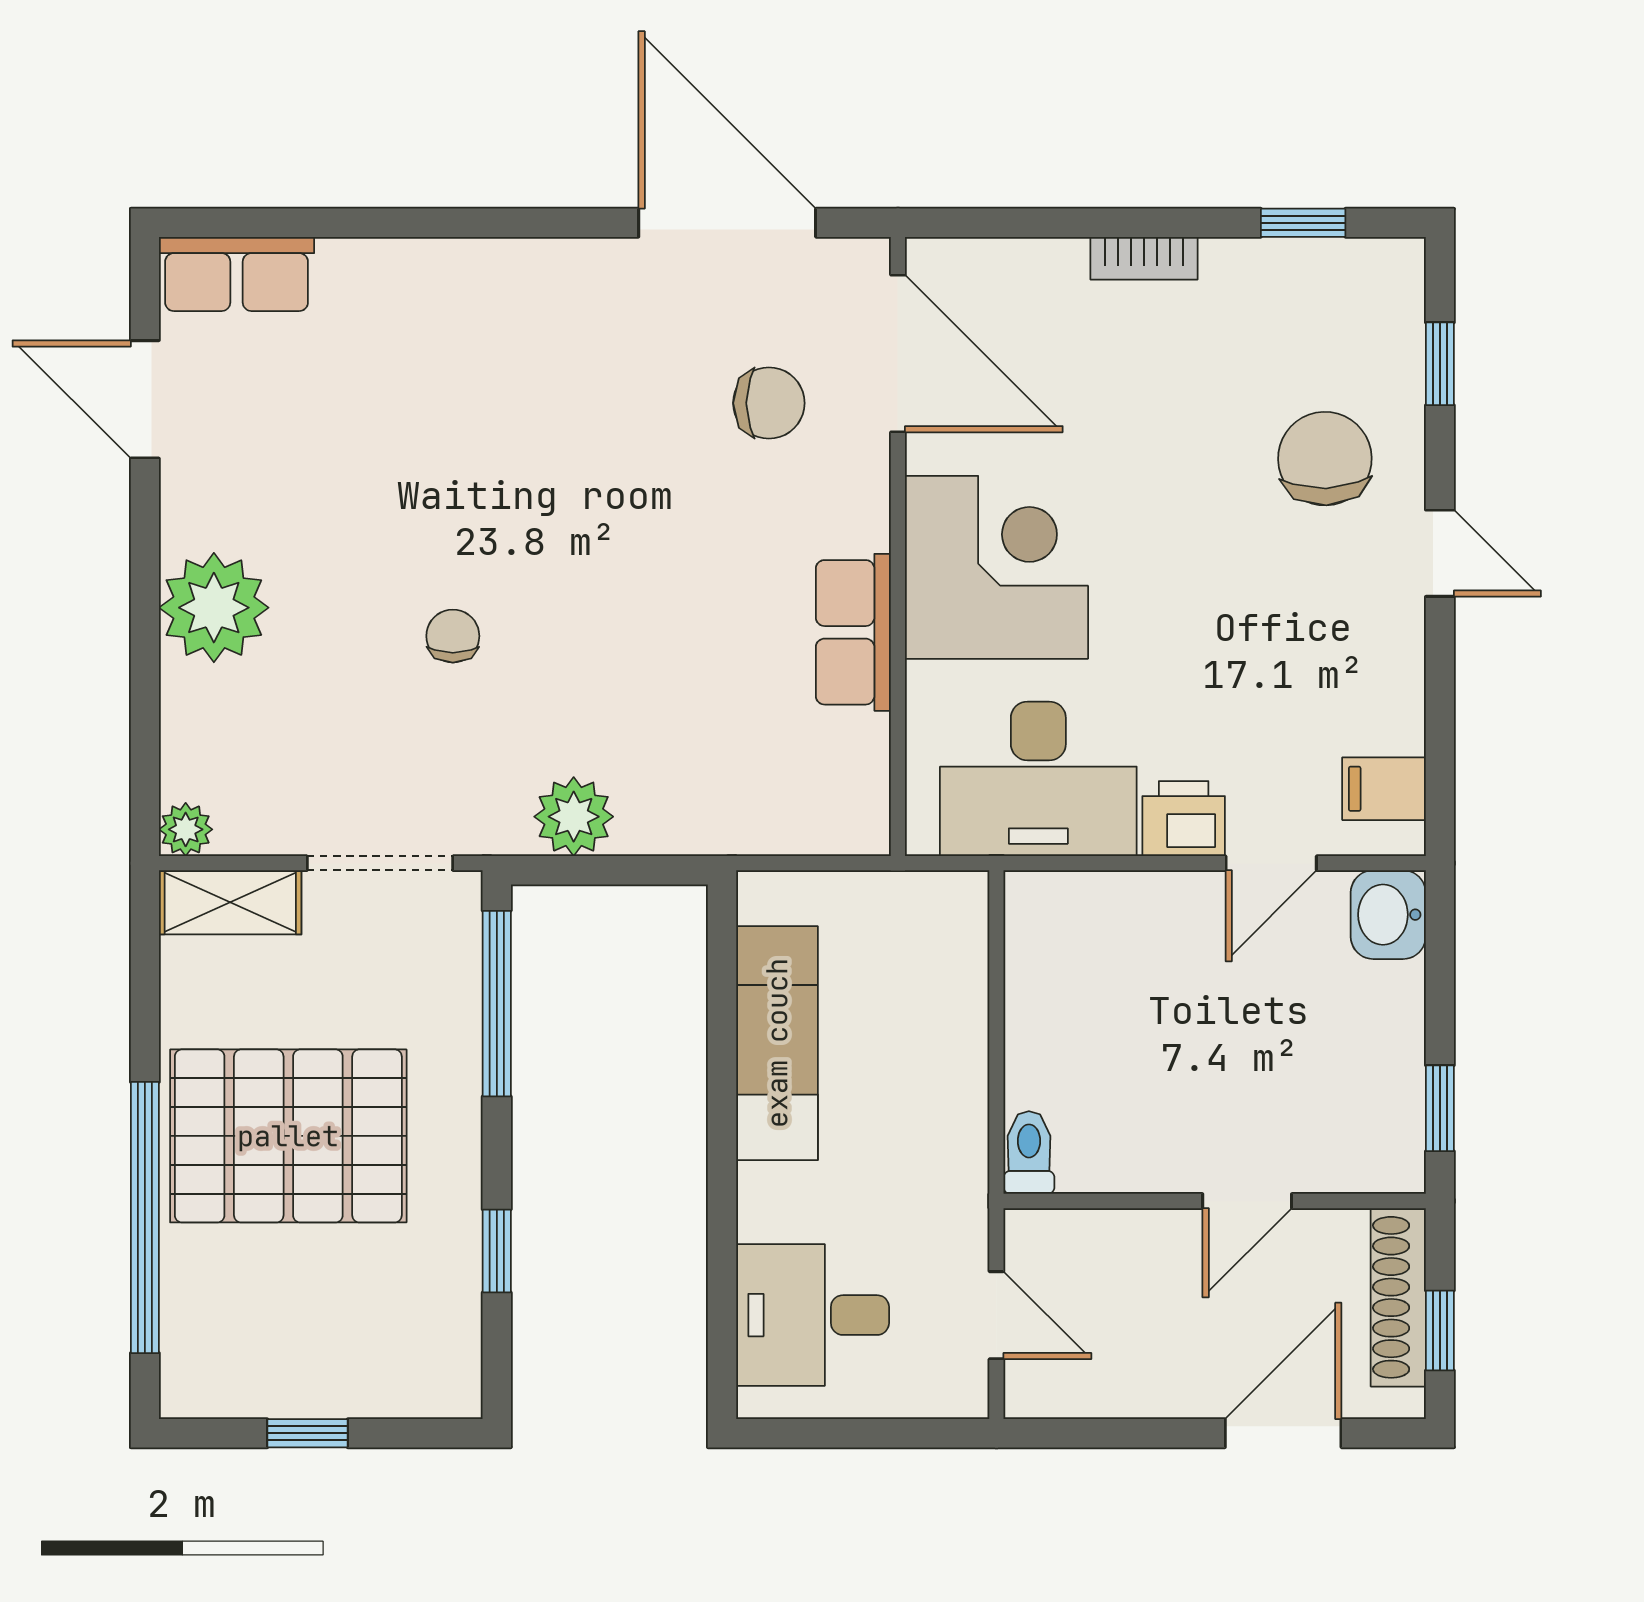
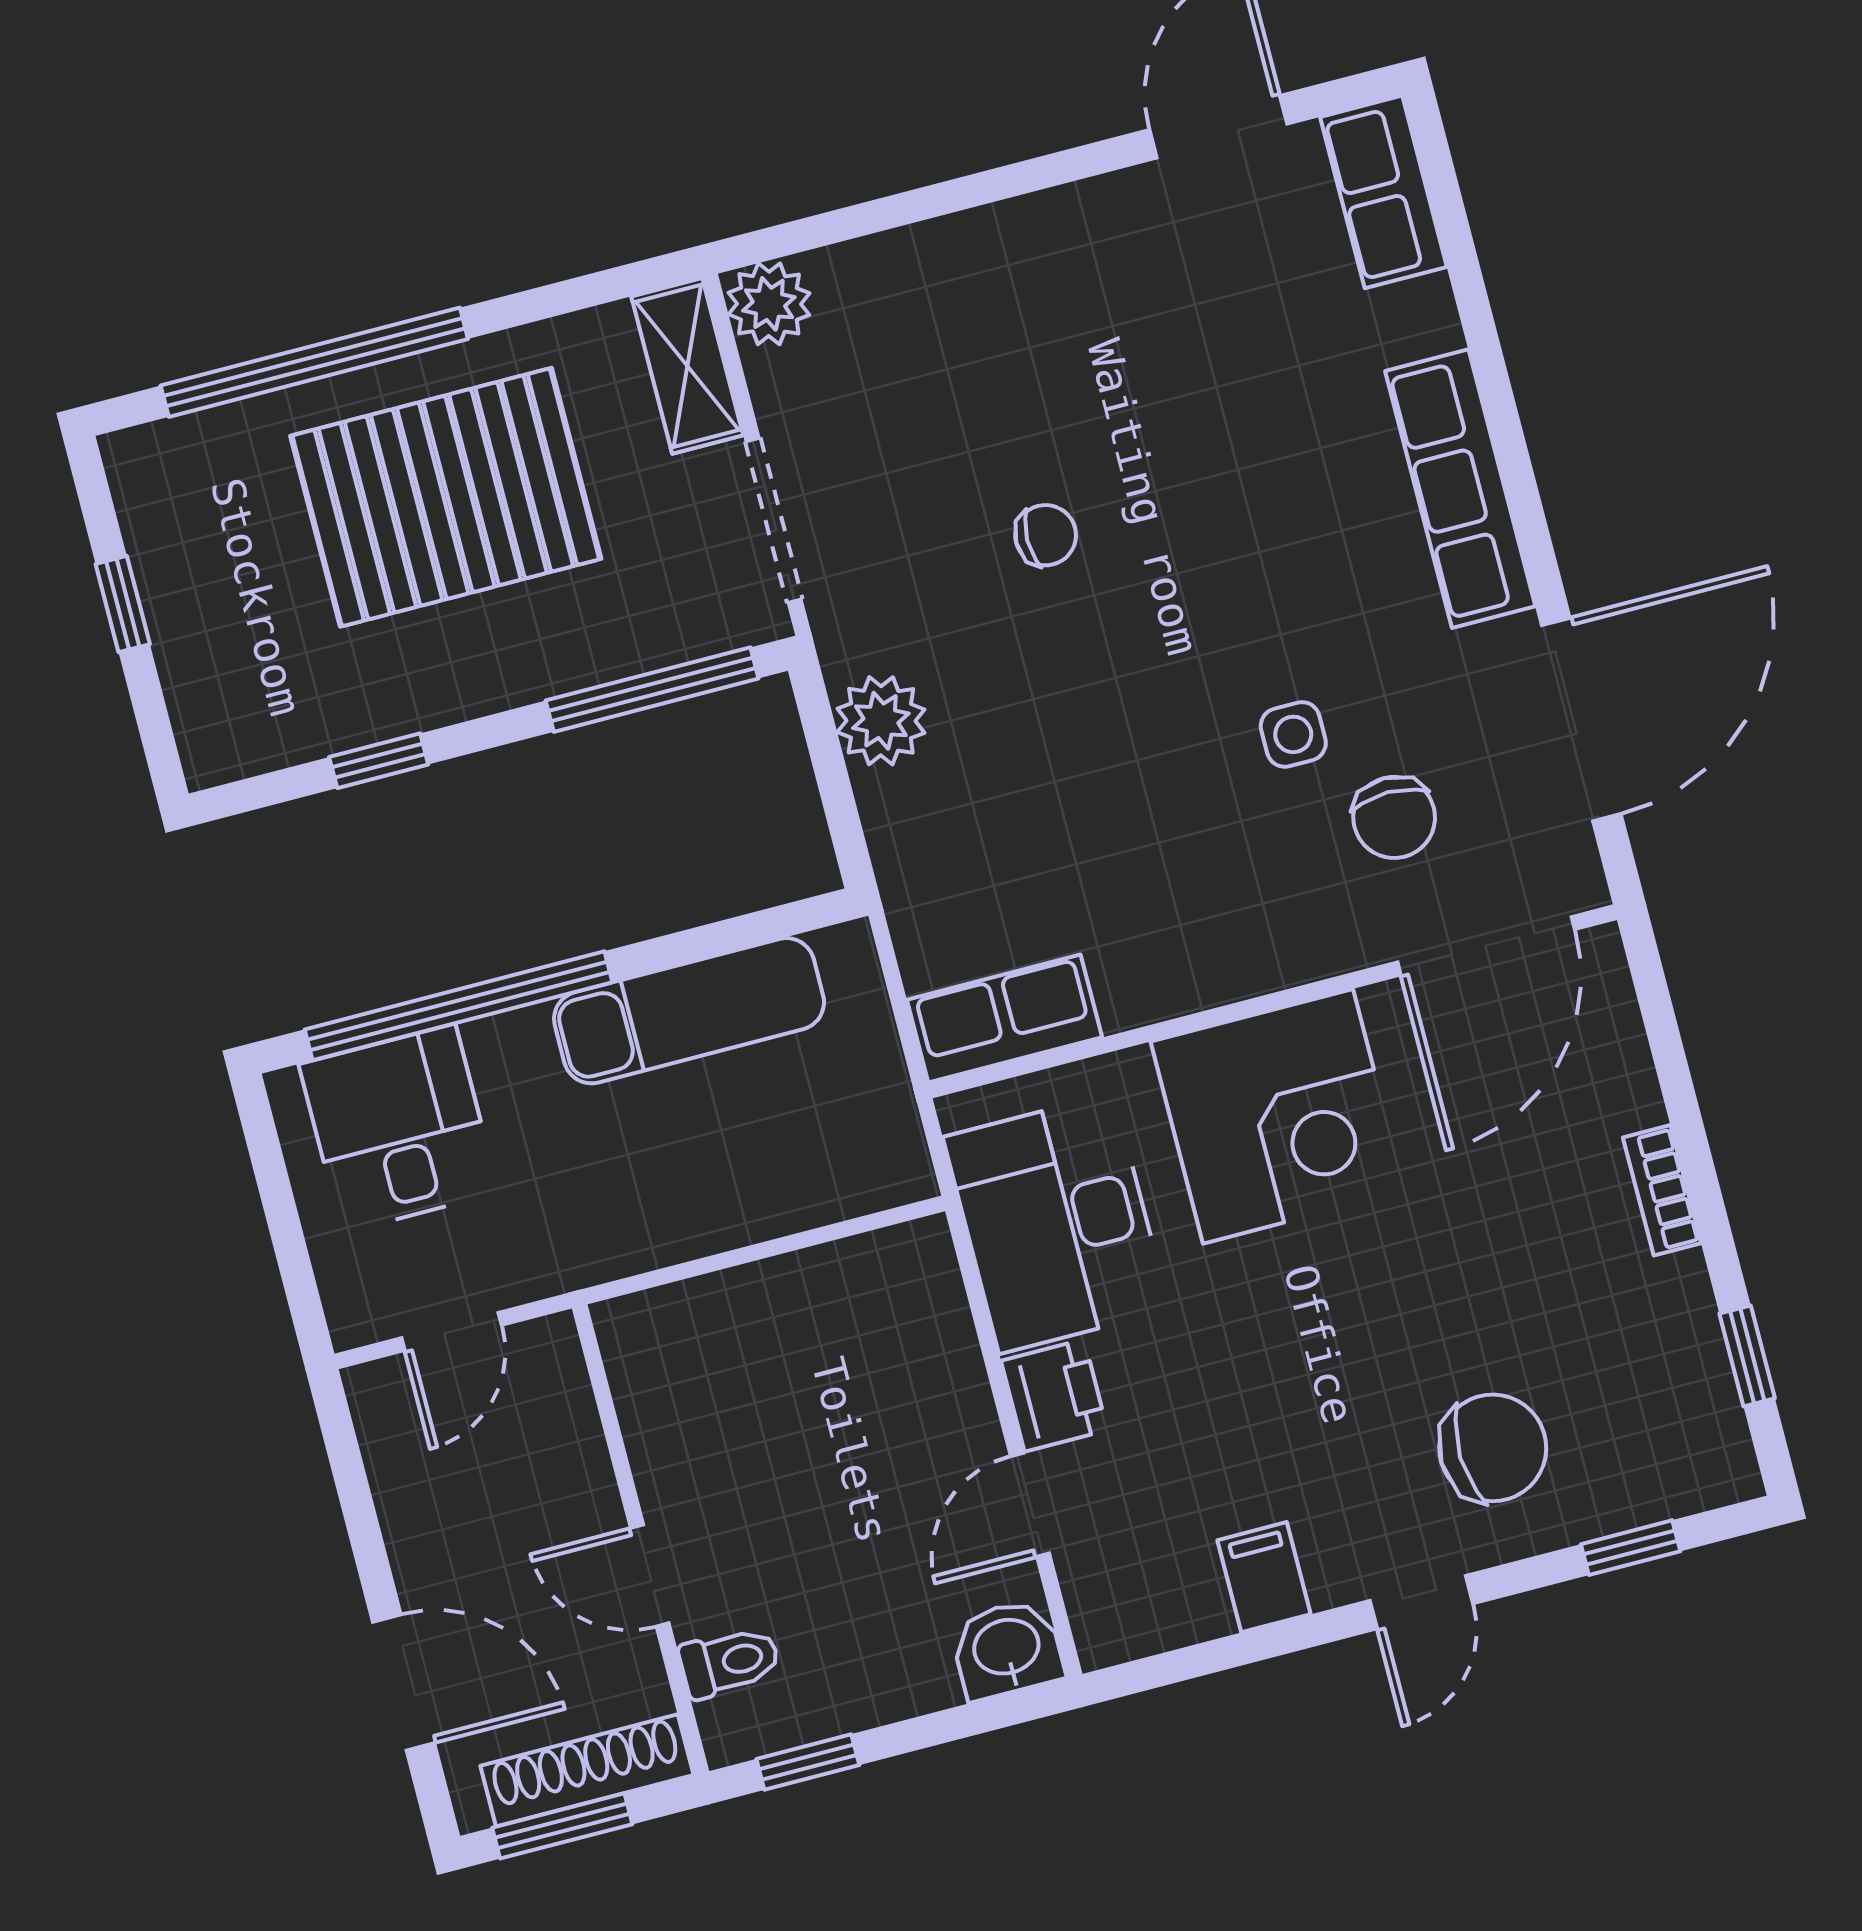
row of seats: (505, 274) -> (1460, 489), added
side table: (676, 470) -> (1293, 734), added
plant: (214, 608) -> (1008, 263), removed
row of seats: (853, 632) -> (1004, 1019), moved
filing cabinet: (1384, 789) -> (1264, 1577), moved
plant: (186, 829) -> (769, 304), width x1.38, depth x1.38
door: (1271, 863) -> (1030, 1505), hinge flipped
pallet: (288, 1136) -> (446, 497), turned 90
toilet: (1029, 1153) -> (730, 1662), moved
window: (722, 1237) -> (458, 1006), added
window: (1440, 1331) -> (562, 1826), width x1.50

